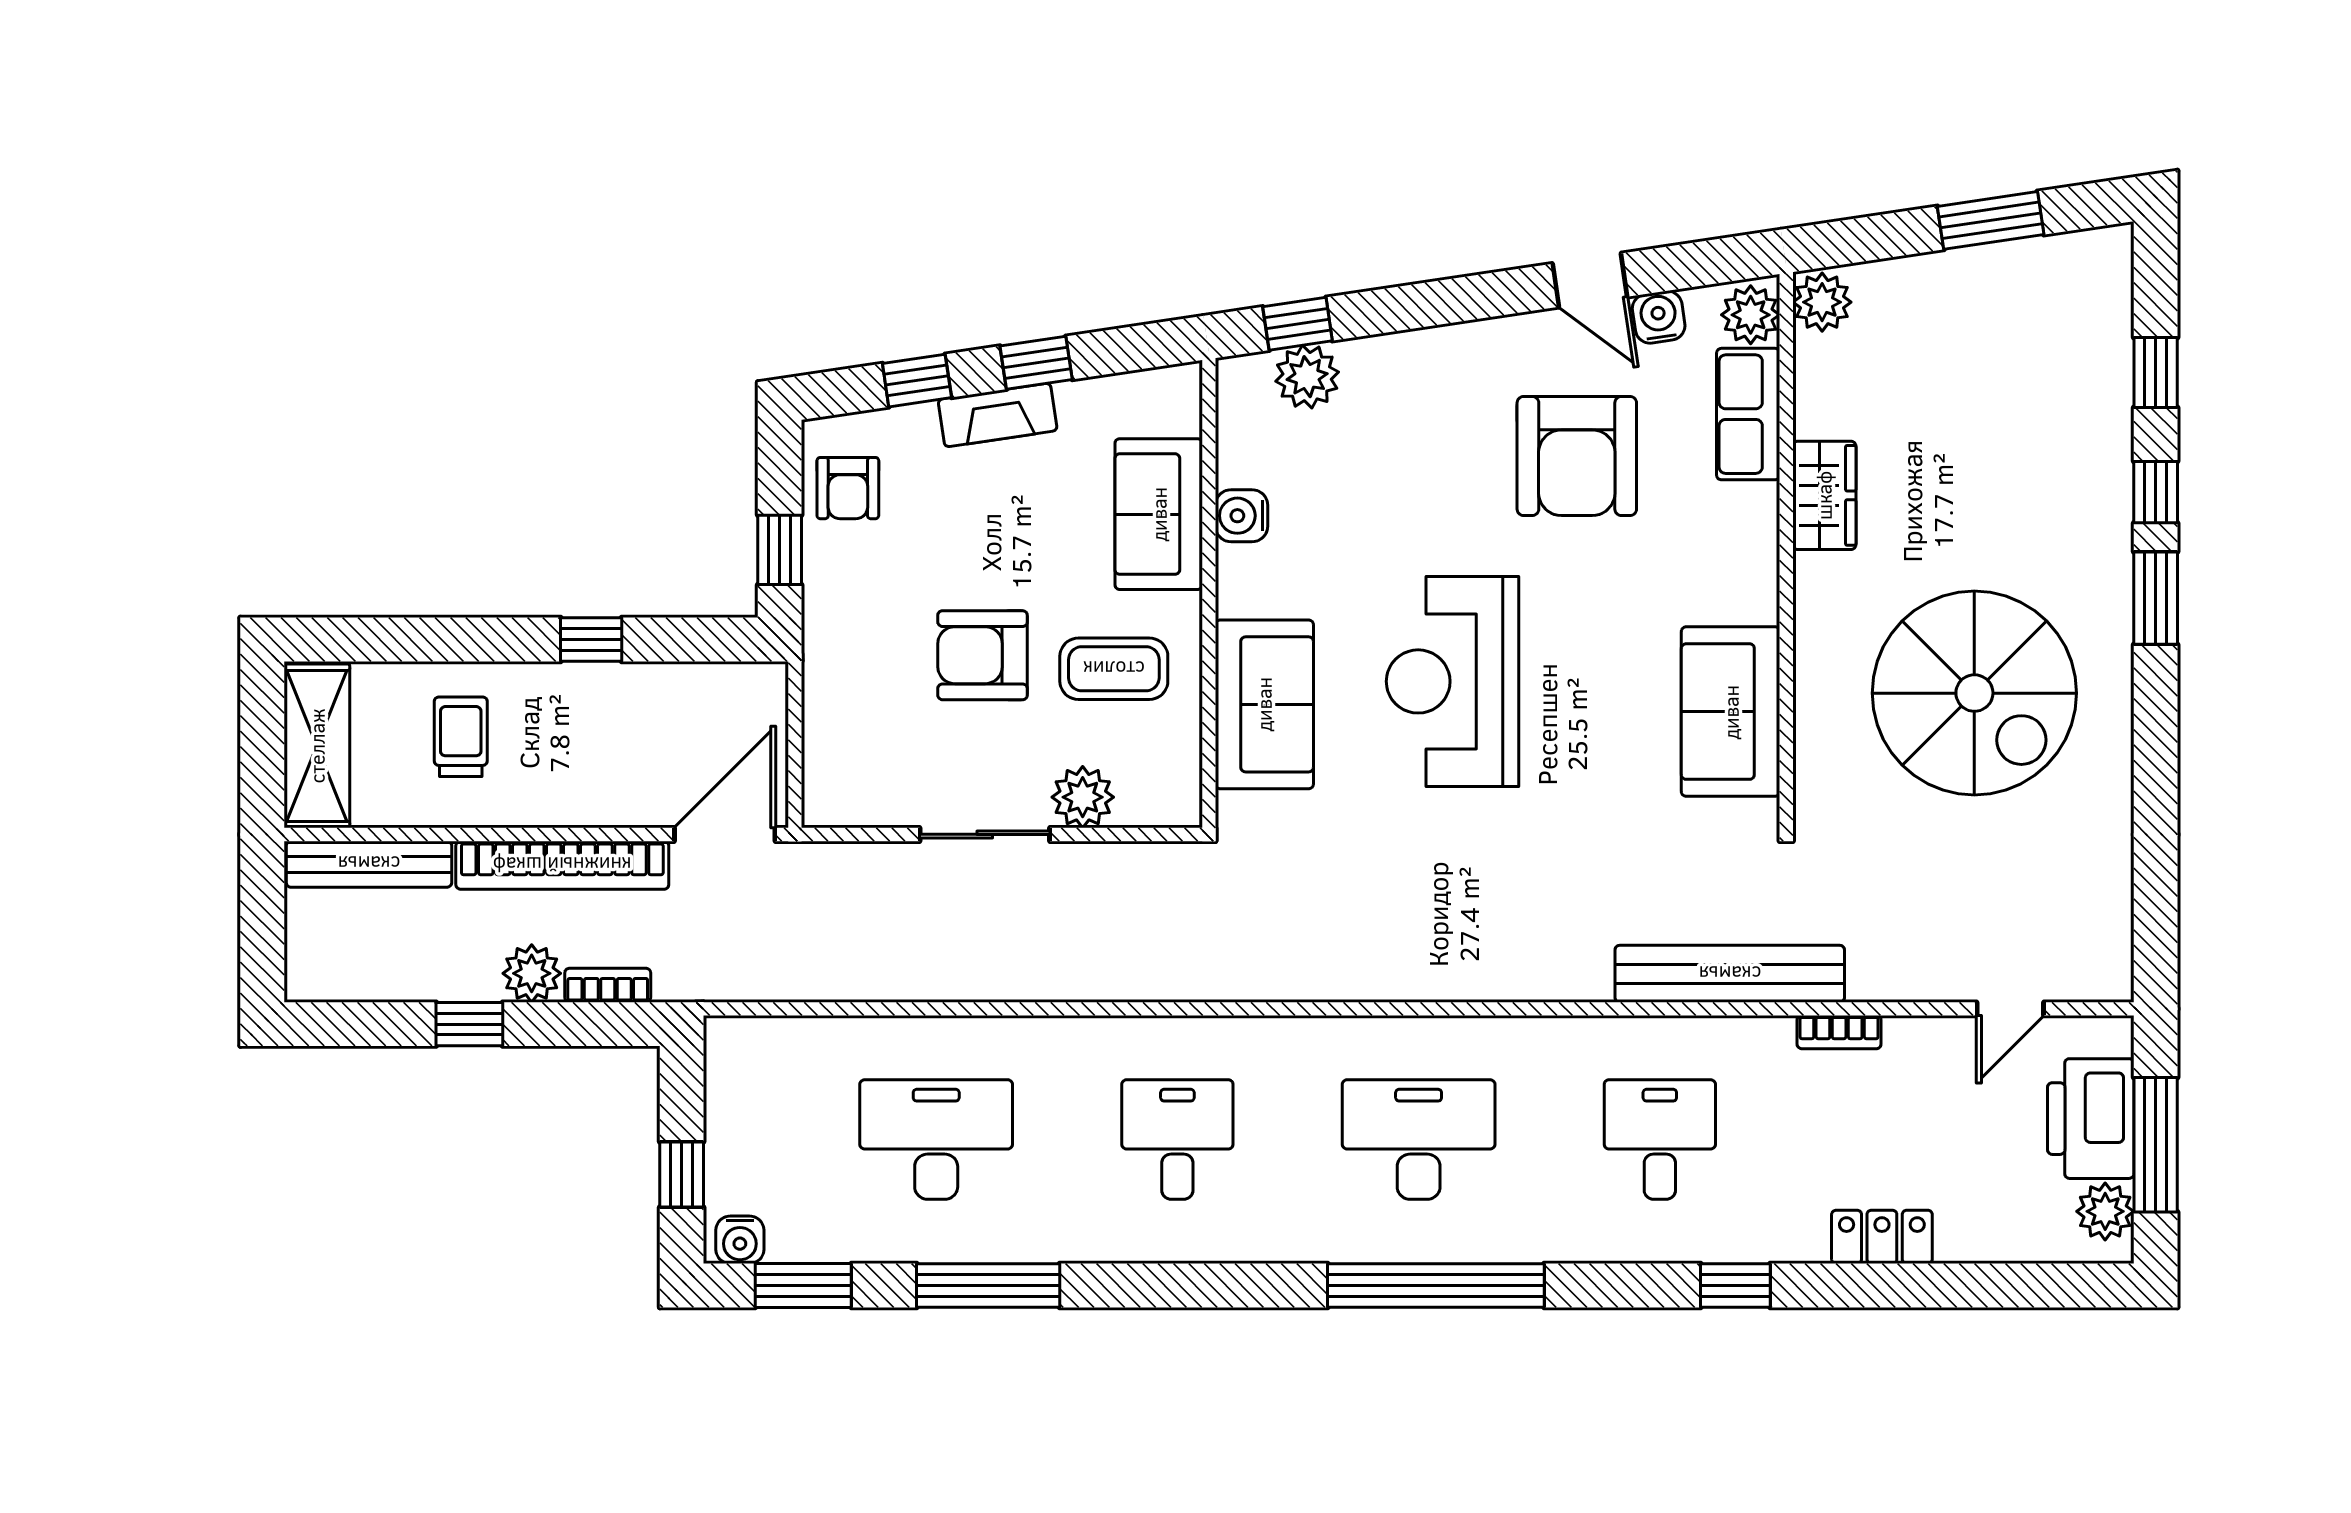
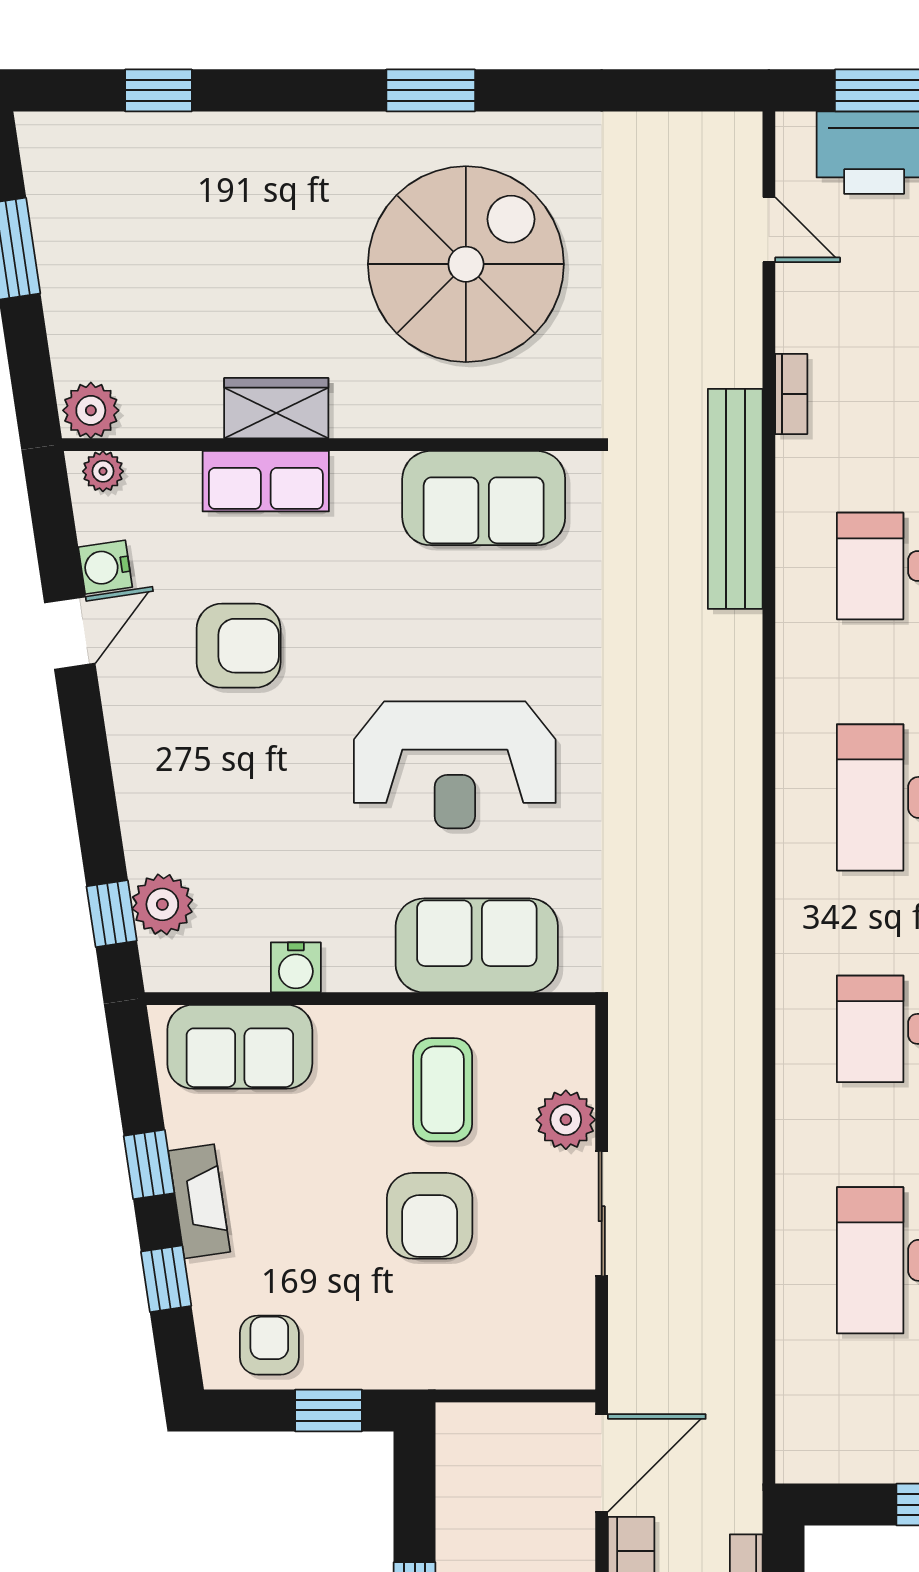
plant: (1751, 315) -> (103, 471), width x0.73, depth x0.73
row of seats: (1748, 414) -> (266, 481), moved
armchair: (1577, 456) -> (239, 646), width x0.73, depth x0.73
armchair: (848, 488) -> (269, 1345), turned -90
window: (2156, 492) -> (273, 90), removed
sofa: (1159, 514) -> (240, 1047), moved
window: (2156, 598) -> (431, 90), moved
door: (725, 834) -> (602, 1463), swing flipped

